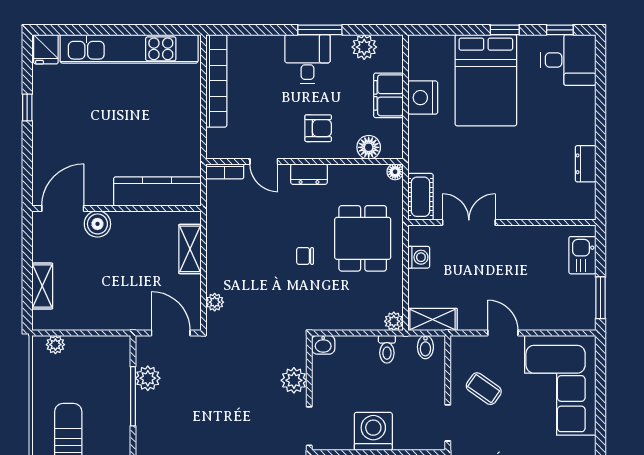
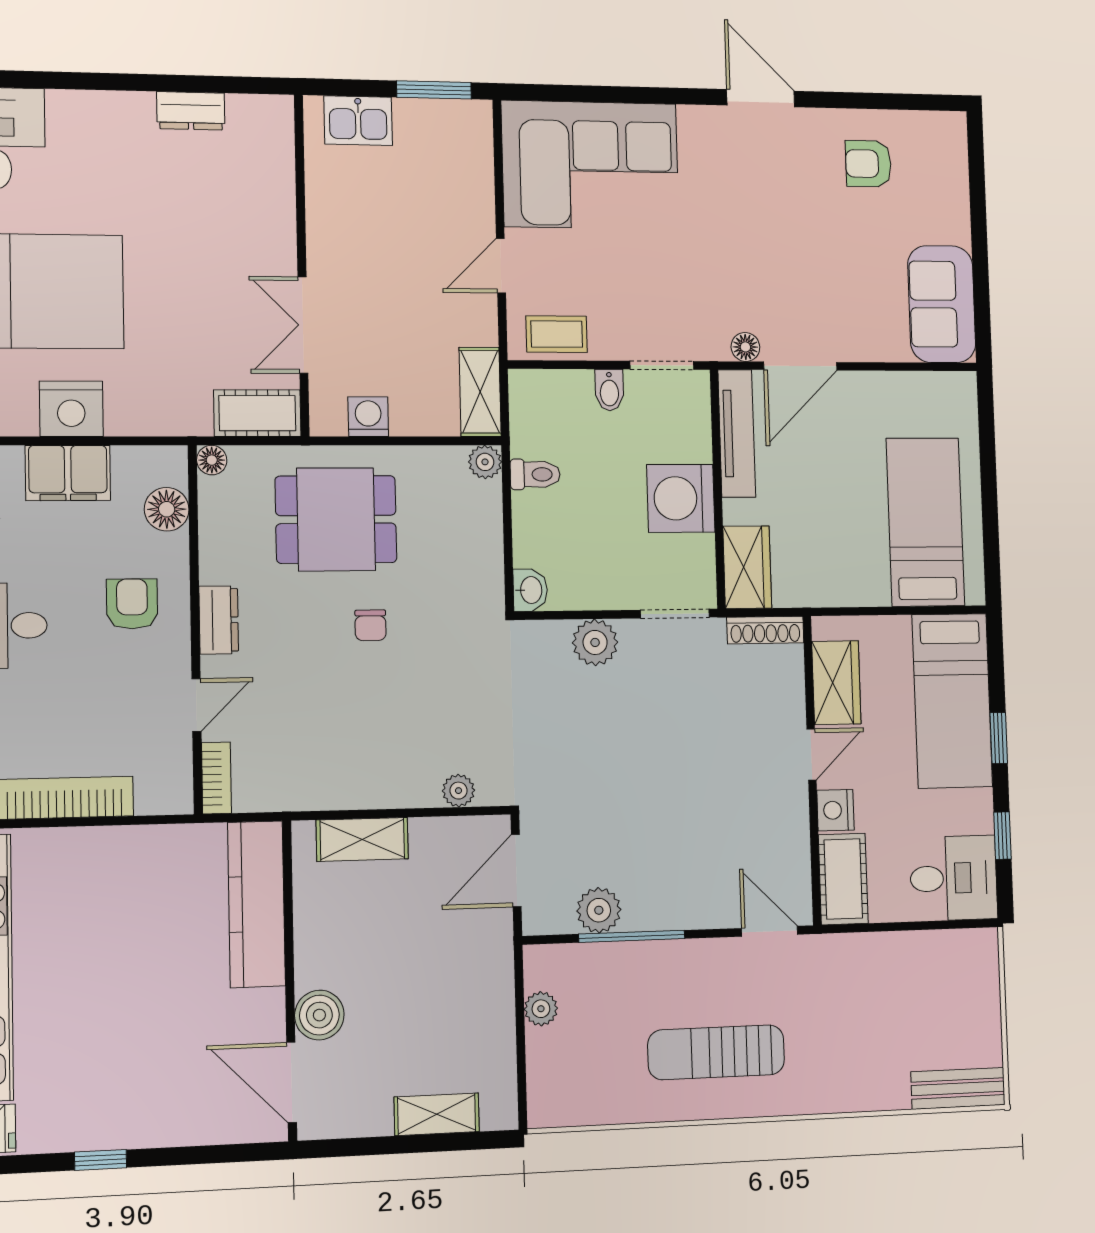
plant: (55, 345) -> (541, 1009), moved
bidet: (425, 347) -> (609, 390), moved, turned 90
coffee table: (484, 389) -> (557, 334), moved, turned 55

